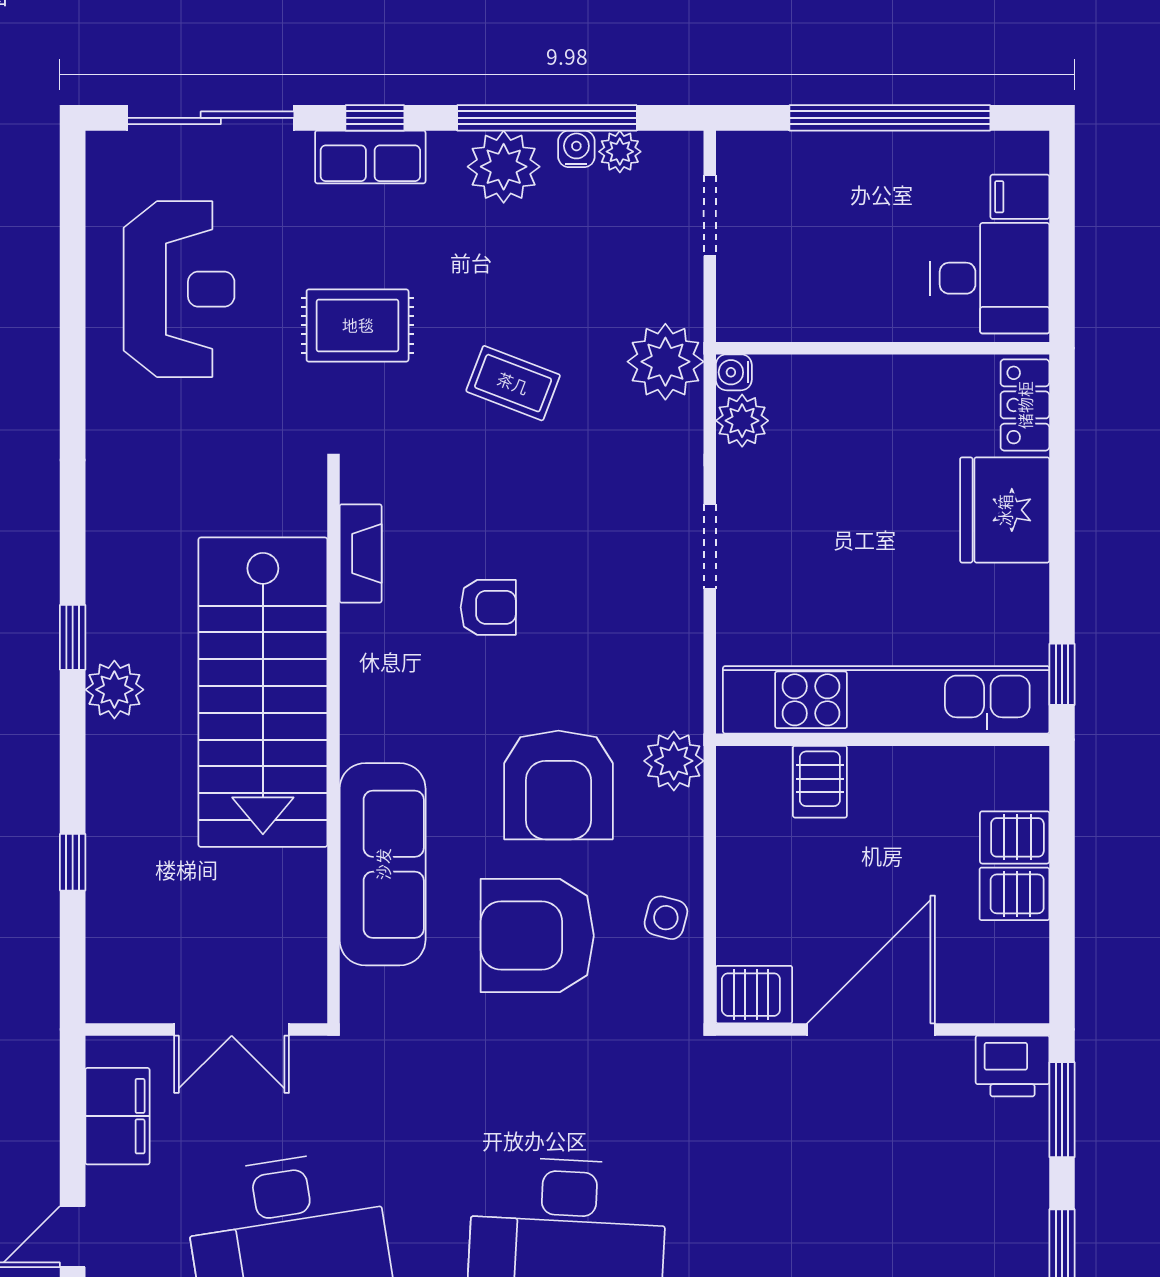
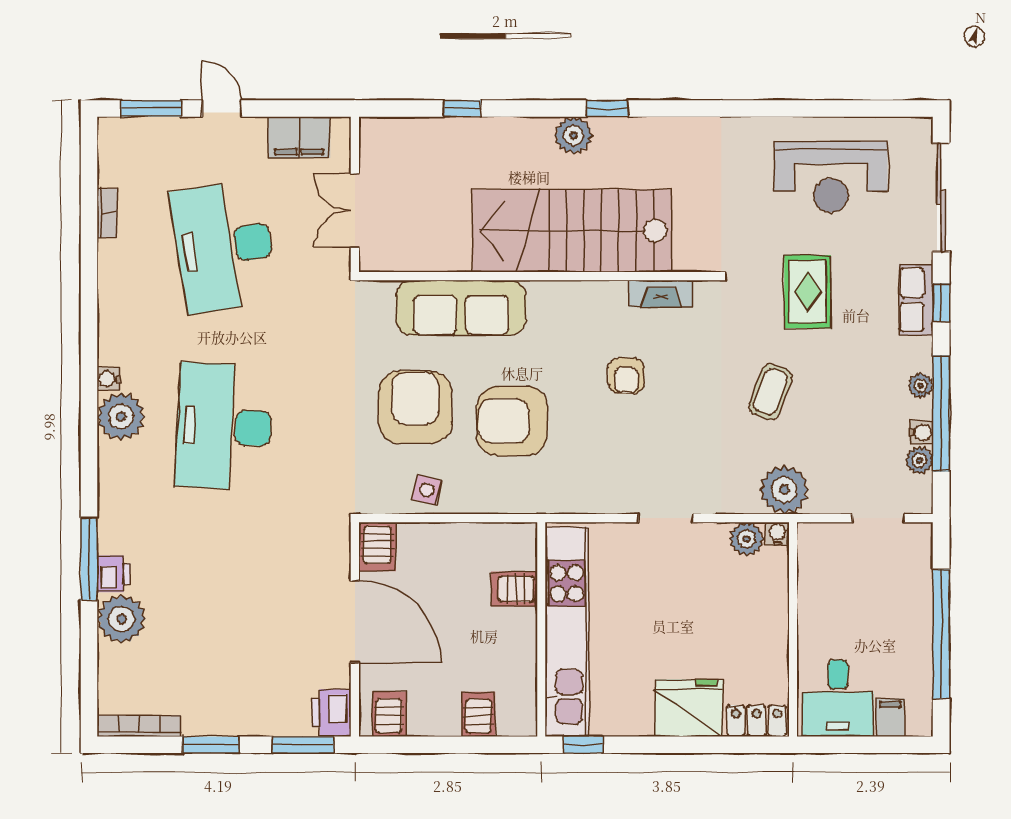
plant: (504, 167) -> (921, 386), width x0.53, depth x0.53
plant: (674, 761) -> (528, 495), removed
server rack: (1014, 894) -> (389, 714), moved

